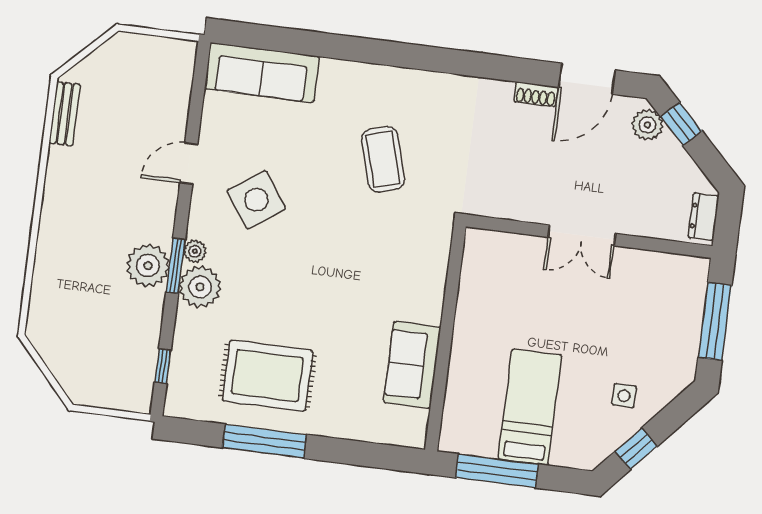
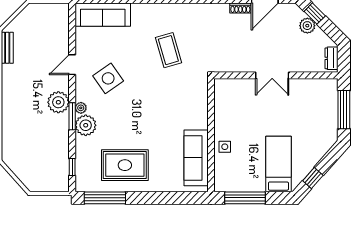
plant: (647, 125) -> (307, 26), moved
plant: (148, 266) -> (58, 102), moved
sofa: (412, 365) -> (196, 158), width x1.36
side table: (624, 396) -> (225, 147), moved
bed: (530, 407) -> (278, 164), moved
window: (264, 441) -> (105, 198), moved

